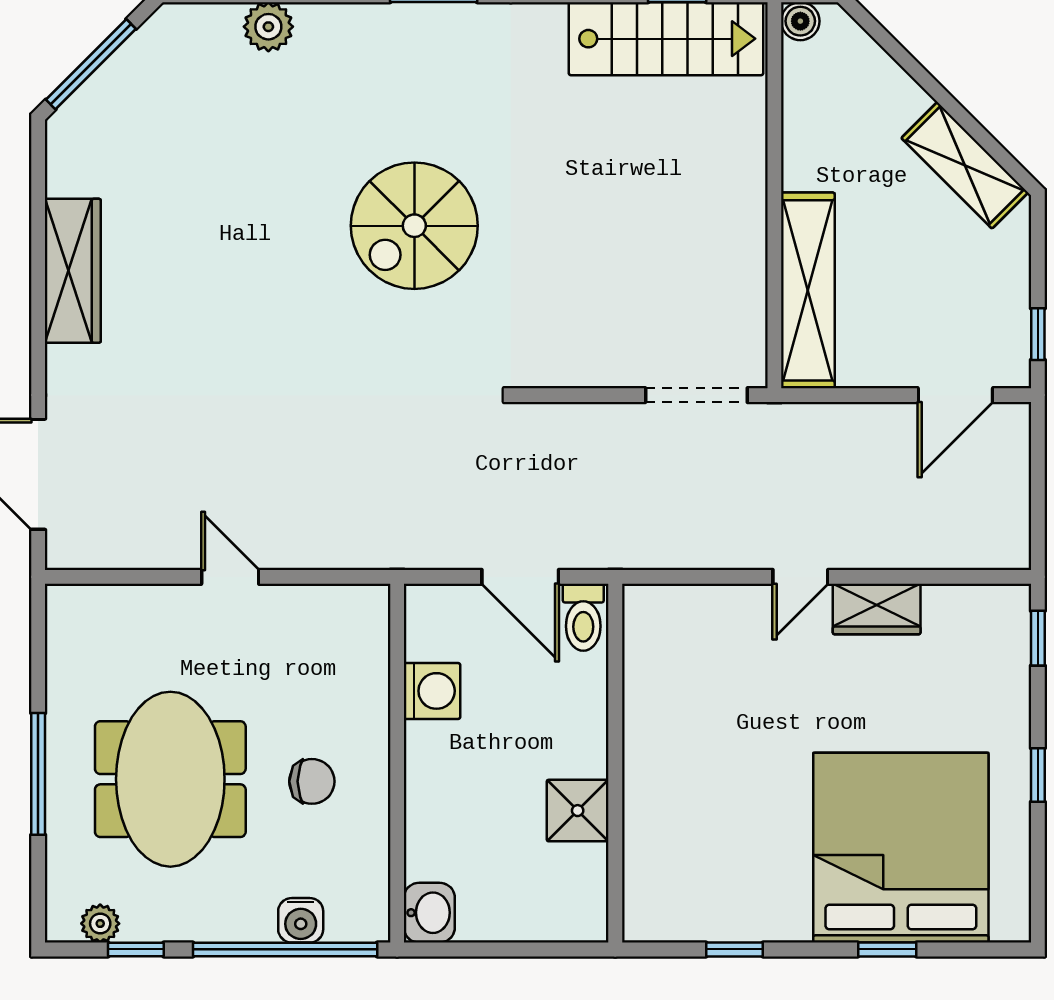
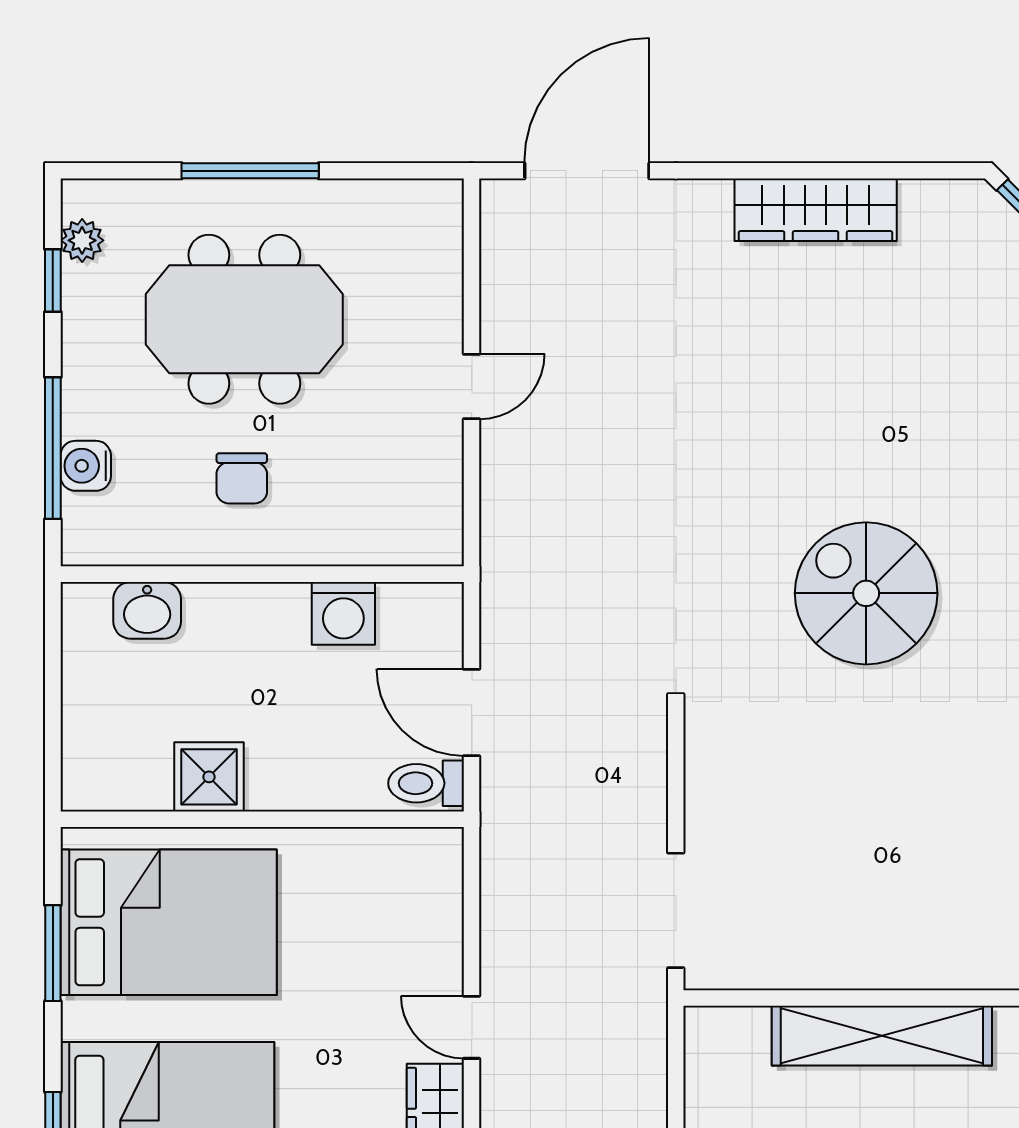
shelving: (808, 290) -> (882, 1036), moved
door: (520, 577) -> (472, 712), hinge flipped
bed: (707, 846) -> (169, 922), added
washbasin: (429, 913) -> (147, 610), moved
window: (285, 949) -> (53, 448), width x0.68
window: (734, 949) -> (53, 953), width x1.50

